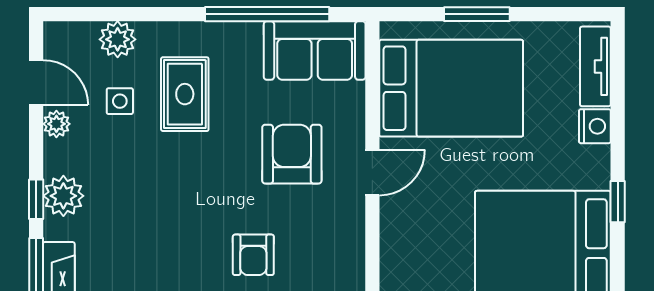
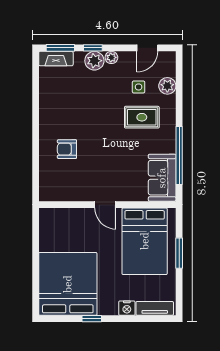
plant: (56, 124) -> (111, 57), moved
armchair: (292, 154) -> (114, 167), removed

